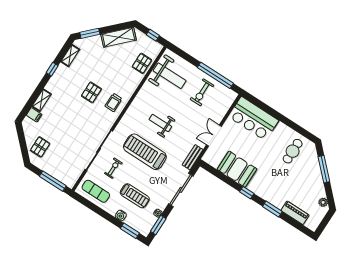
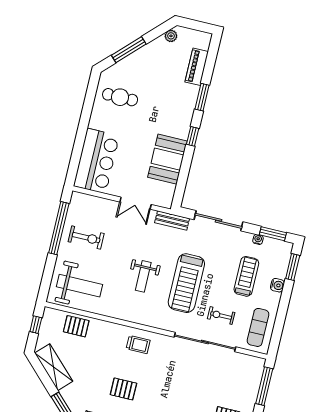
weight bench: (170, 76) -> (80, 286), turned 90
pallet: (91, 92) -> (123, 389), moved

